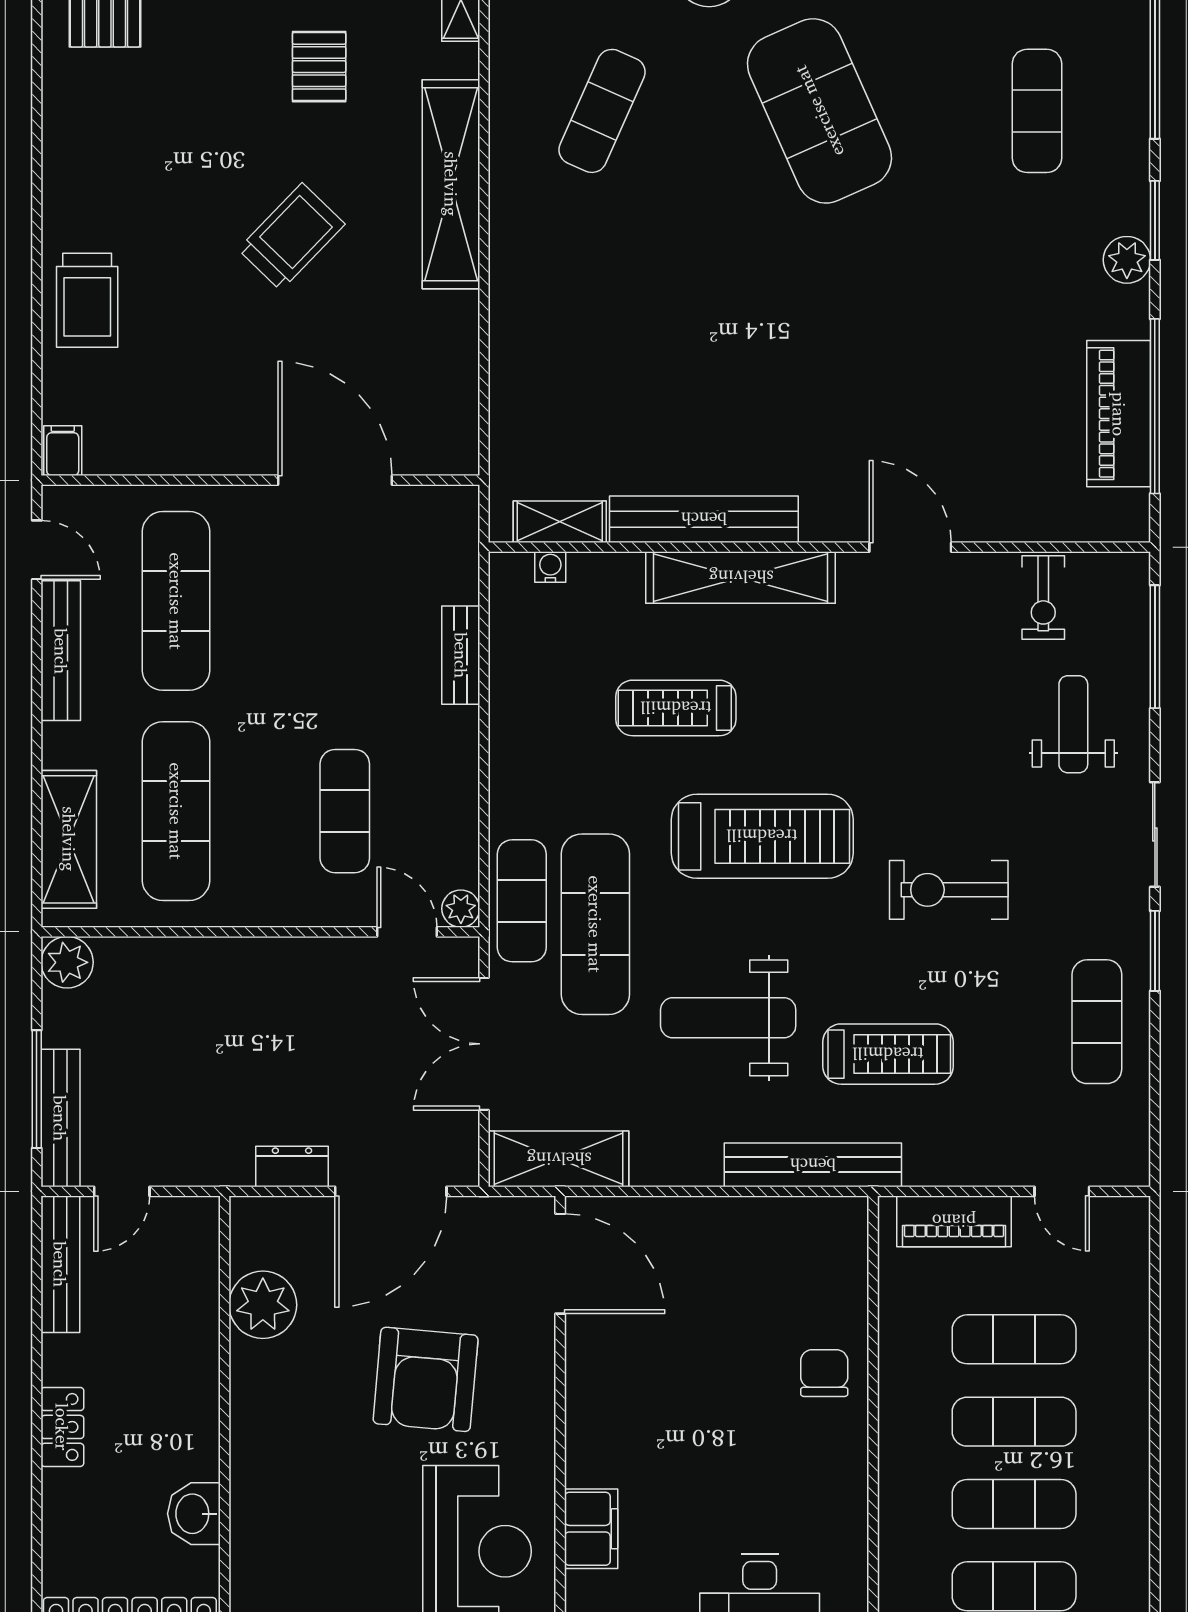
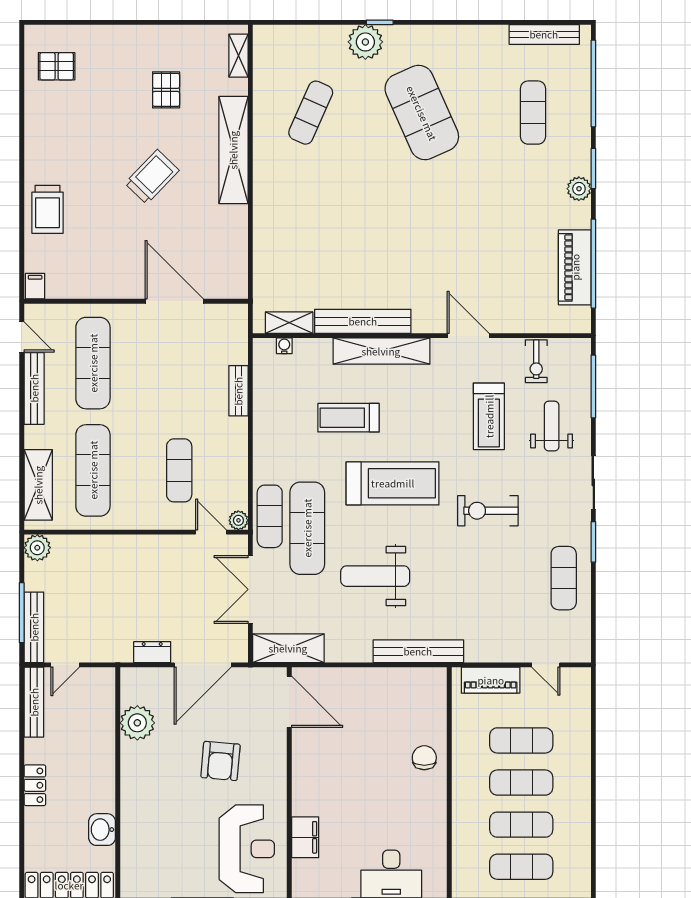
treadmill: (888, 1054) -> (489, 416), moved, turned 90
armchair: (426, 1379) -> (220, 761), width x0.73, depth x0.73

